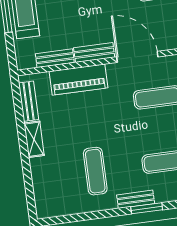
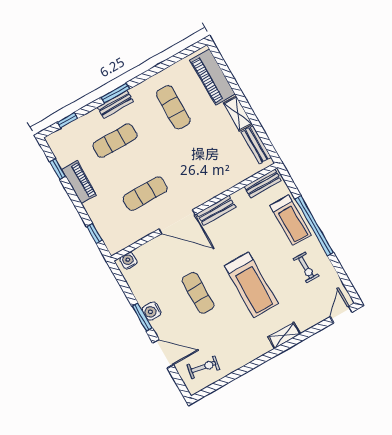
bench: (55, 58) -> (263, 183), moved
piano: (78, 80) -> (213, 77), moved, turned -90
bench: (136, 199) -> (115, 104), moved

